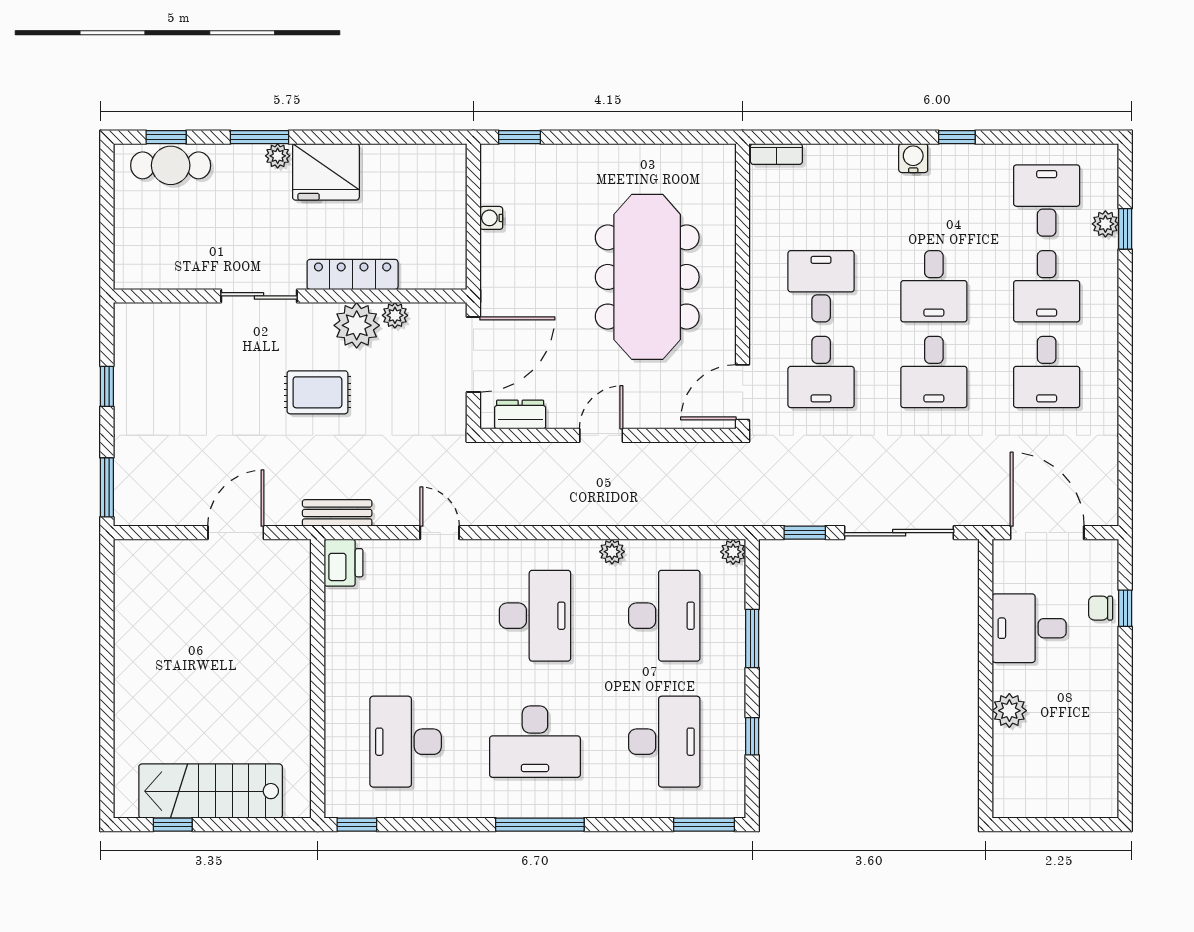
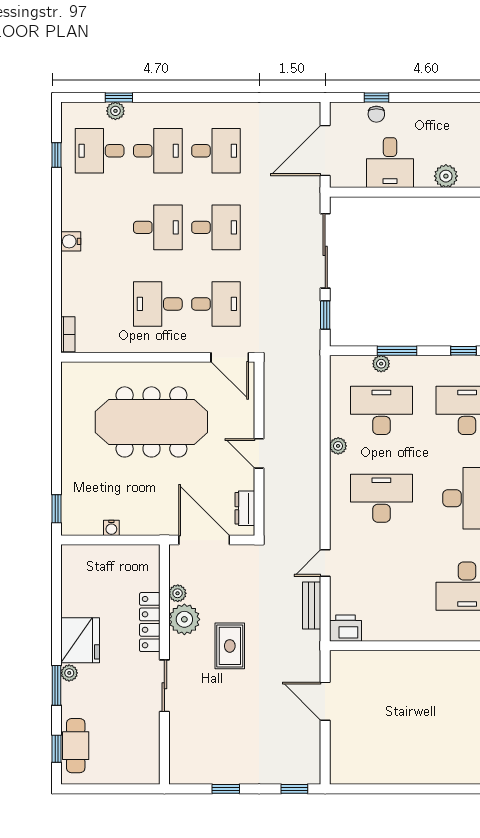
window: (957, 137) -> (56, 155), moved
window: (107, 487) -> (294, 789), width x0.67
bench: (337, 513) -> (312, 605), moved
plant: (733, 552) -> (381, 364), moved

